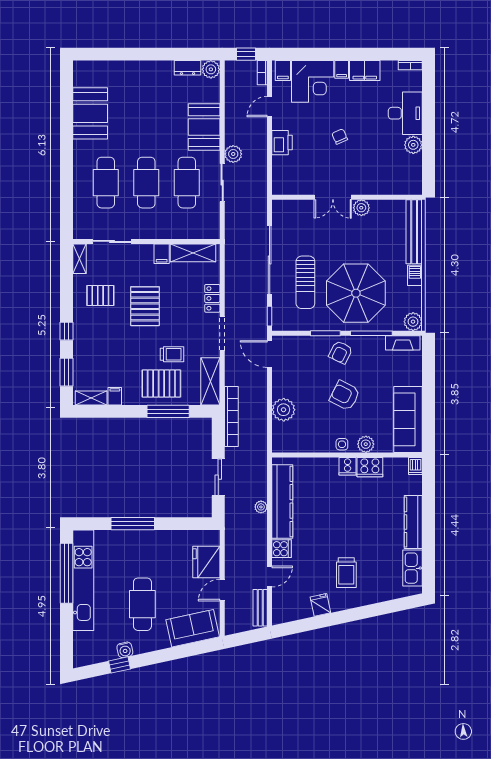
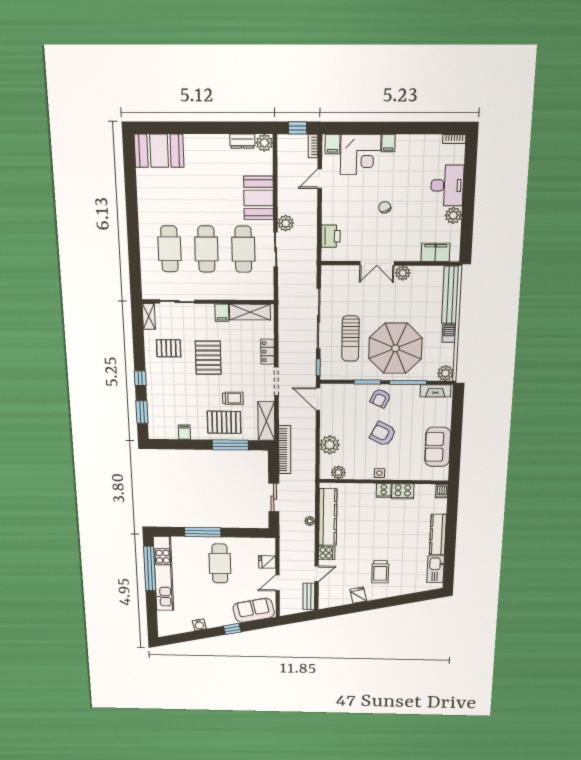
filing cabinet: (365, 71) -> (435, 252), moved, turned 180
booth: (90, 113) -> (159, 151), moved, turned 90
printer: (282, 143) -> (331, 236), moved
shelving: (91, 398) -> (164, 433), removed
sofa: (408, 419) -> (438, 447), width x0.73
plant: (366, 444) -> (338, 472), moved
fridge: (206, 562) -> (267, 562), width x0.53, depth x0.75
cafe table: (142, 604) -> (220, 563), moved
window: (119, 665) -> (232, 629), moved

